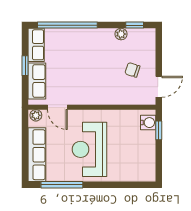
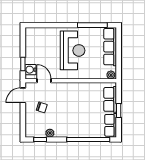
door: (57, 107) -> (44, 81), moved

